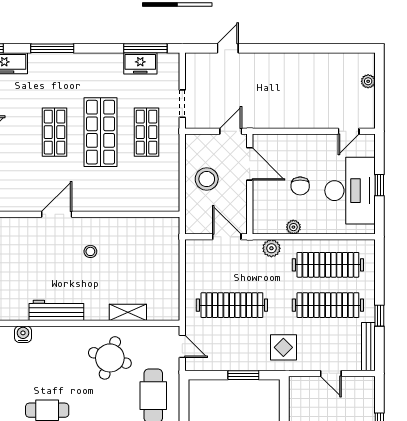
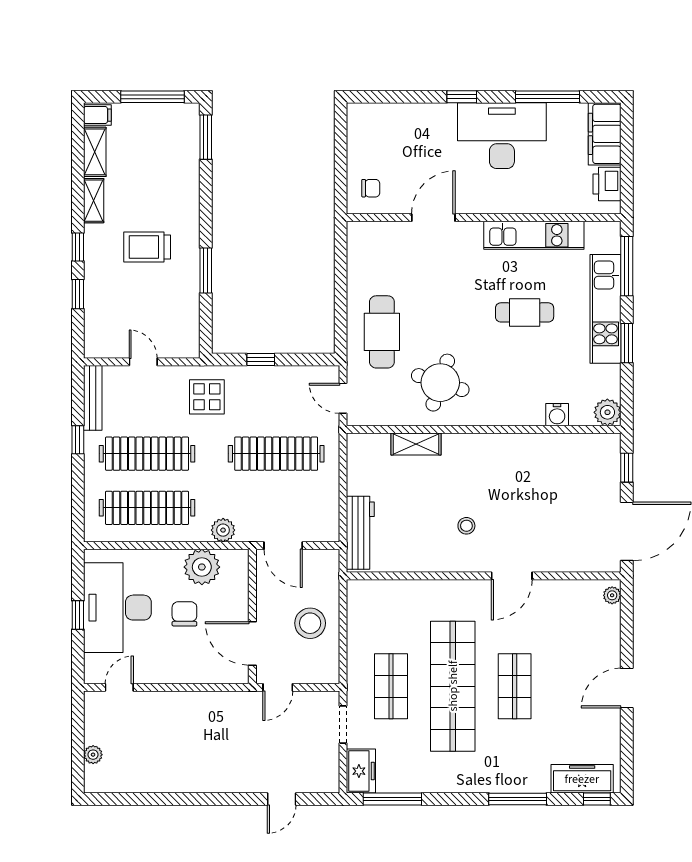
freezer: (140, 63) -> (361, 771), moved, turned 90
shop shelf: (101, 132) -> (453, 686), width x1.40
plant: (293, 227) -> (202, 567), width x1.88, depth x1.88
workbench: (56, 310) -> (360, 533), moved, turned -90
window: (243, 375) -> (261, 359), width x0.67

